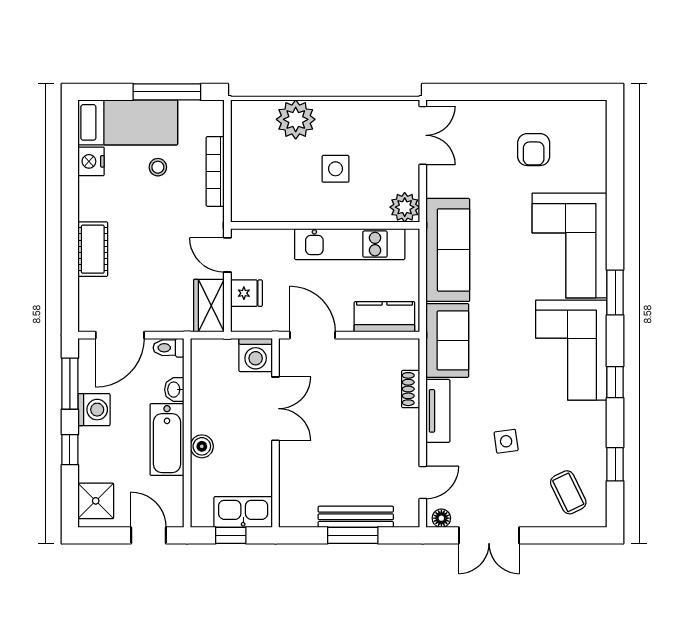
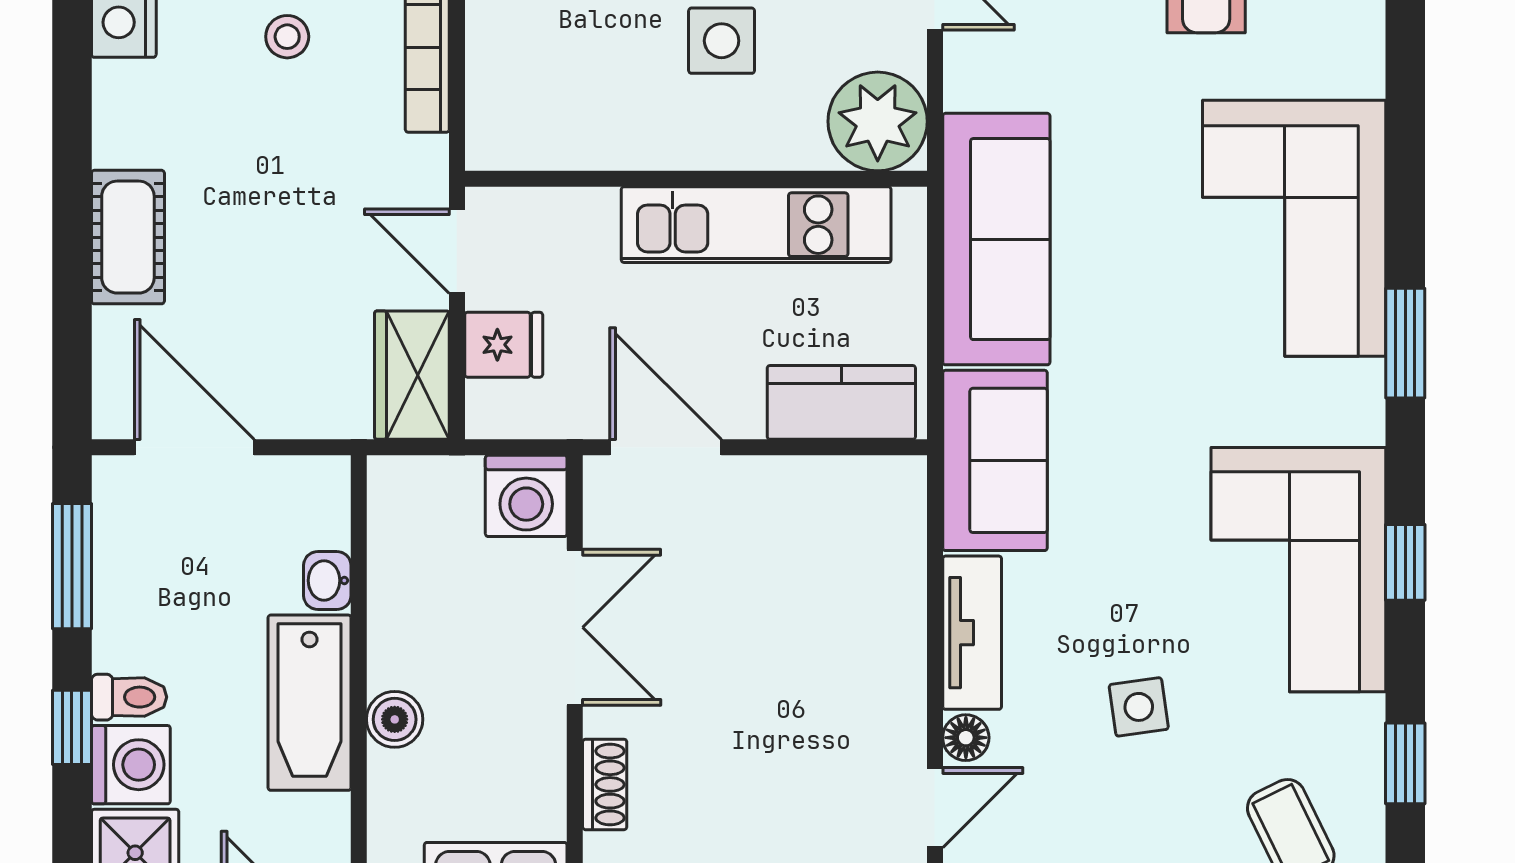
plant: (405, 207) -> (878, 121), width x1.36, depth x1.36
door: (120, 335) -> (194, 447), swing flipped
toilet: (169, 348) -> (129, 697), moved, turned 180
corner sofa: (571, 350) -> (1298, 570), moved
shoe rack: (411, 389) -> (605, 784), moved, turned 180
washing machine: (94, 410) -> (131, 765), moved
floor lamp: (435, 454) -> (966, 738), added

